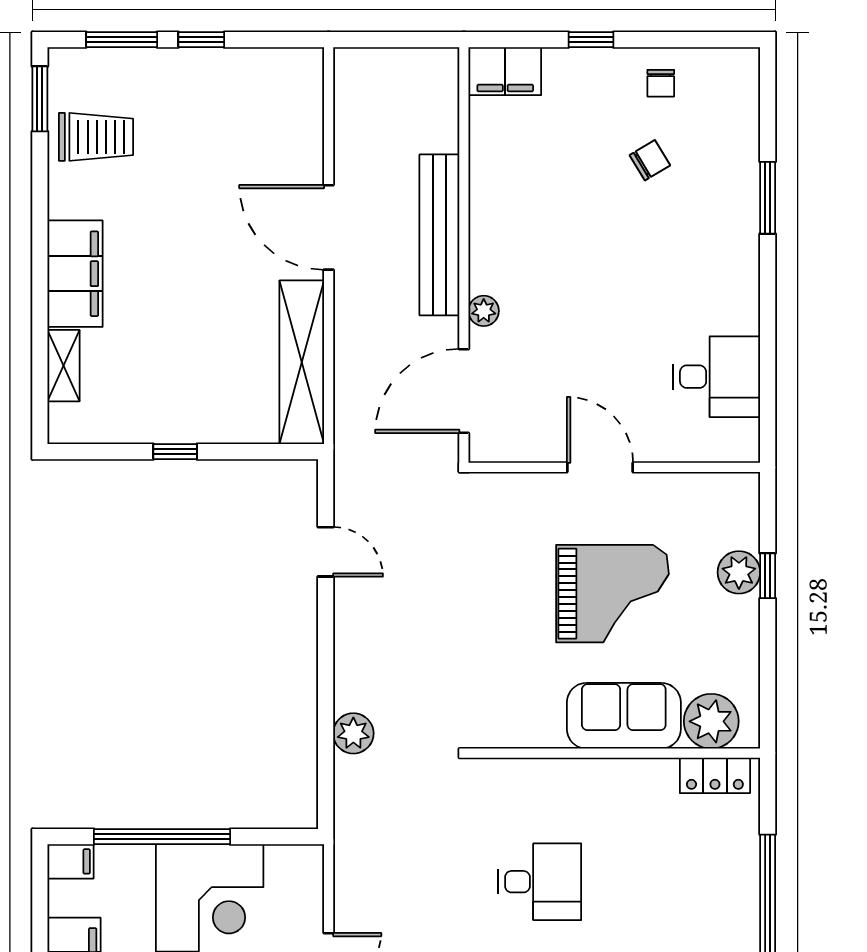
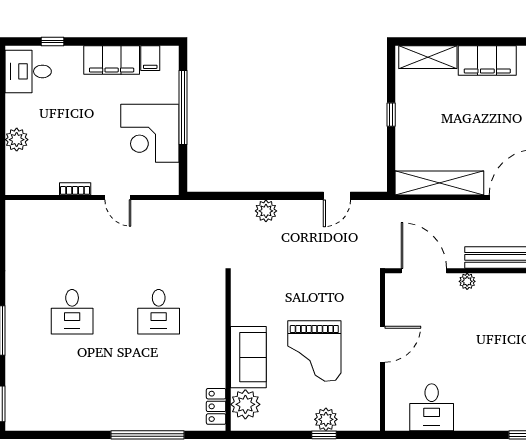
shelving: (63, 366) -> (428, 57), width x1.50, depth x1.33
plant: (353, 733) -> (266, 211), moved
filing cabinet: (70, 861) -> (150, 58), moved

